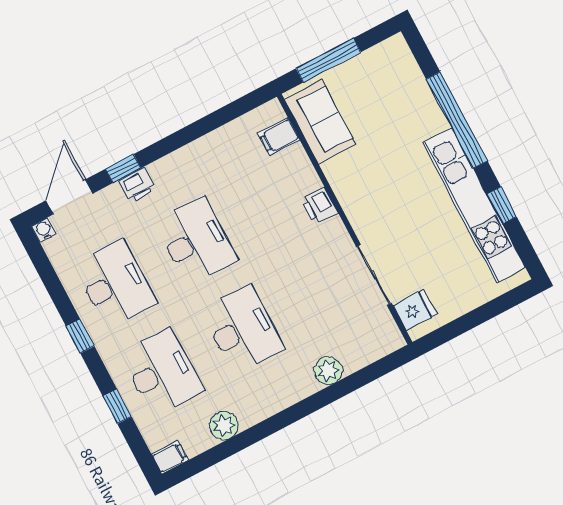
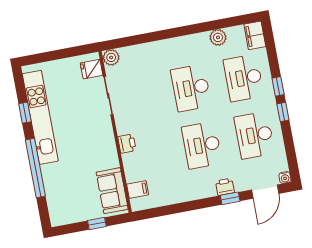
window: (328, 60) -> (97, 223), width x0.46
plant: (328, 371) -> (111, 57), moved
window: (117, 406) -> (278, 86), moved
filing cabinet: (170, 457) -> (255, 35), width x2.00

